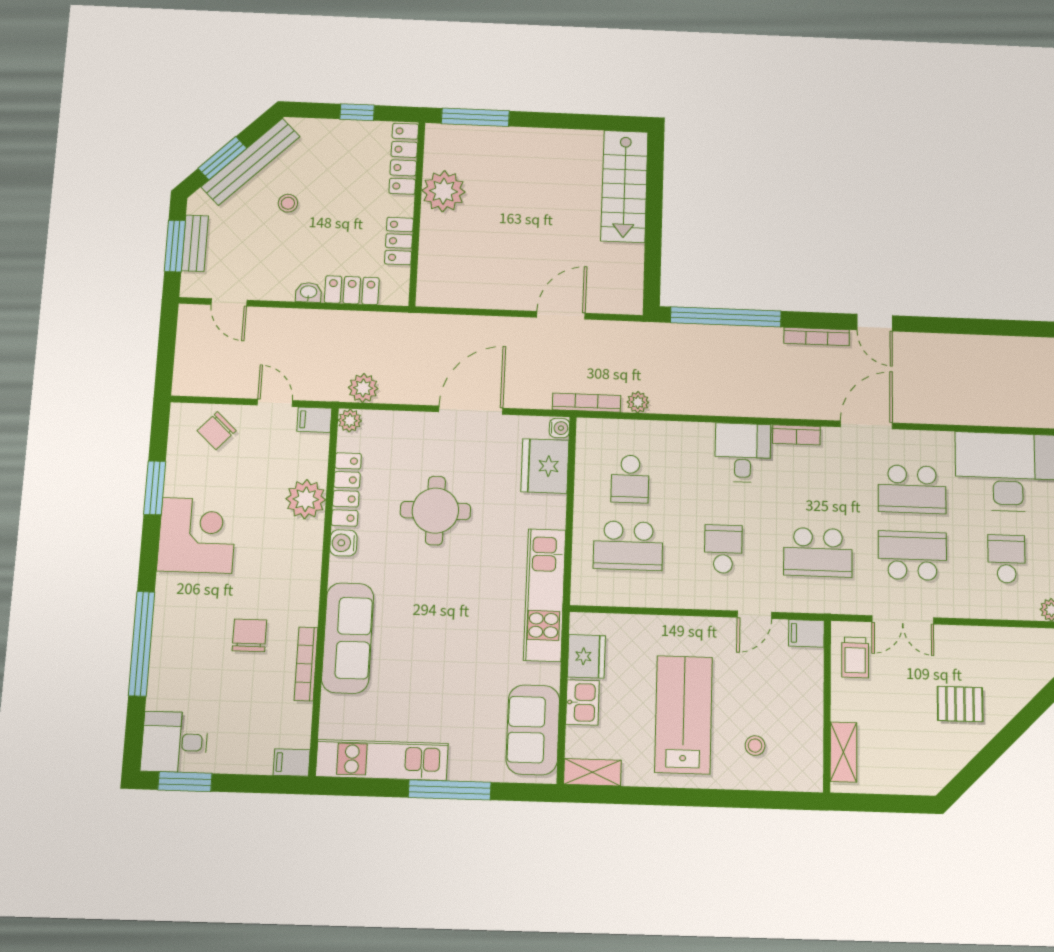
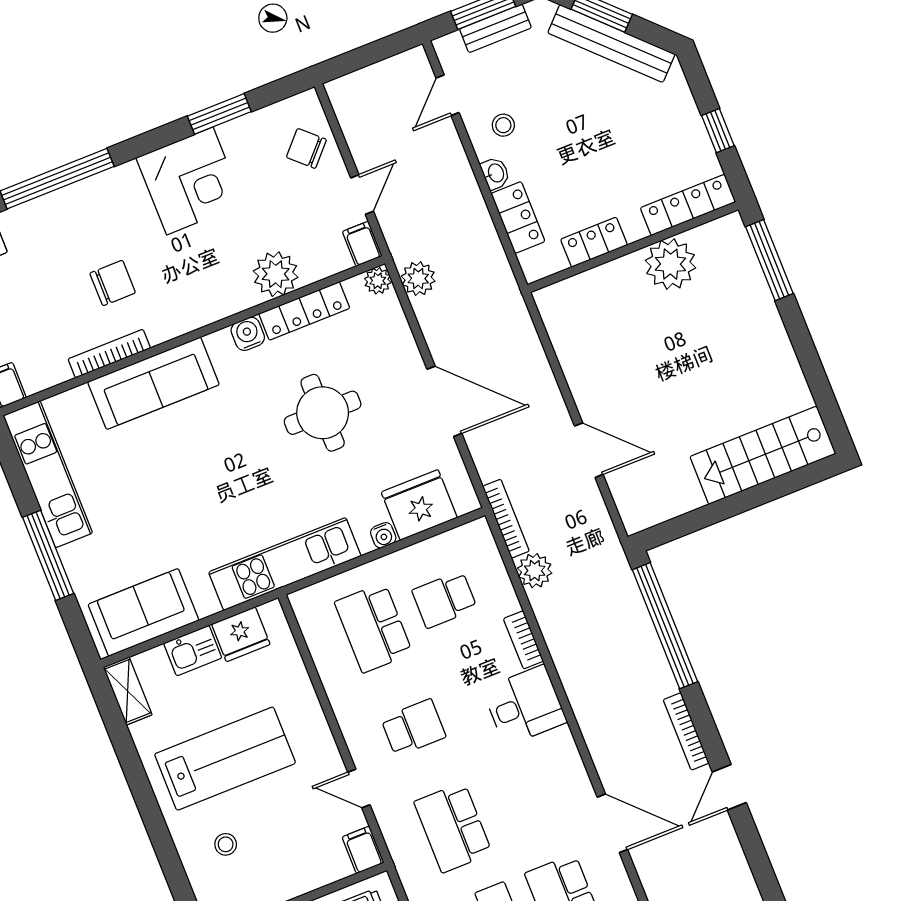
stool: (288, 203) -> (503, 125), moved
plant: (638, 402) -> (535, 571), width x1.38, depth x1.38
water cooler: (559, 428) -> (383, 535), moved
bookcase: (796, 435) -> (523, 640), moved

